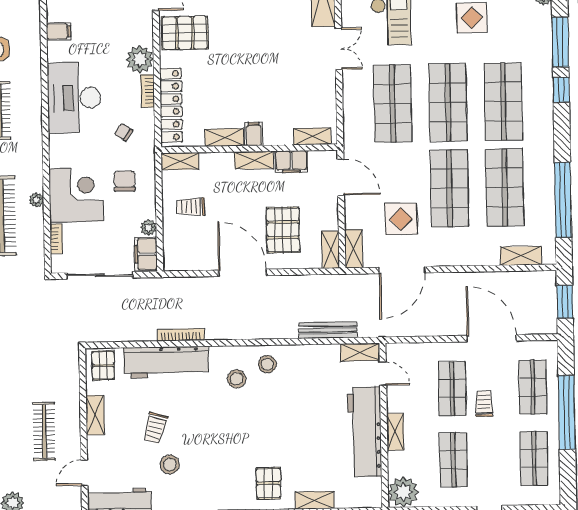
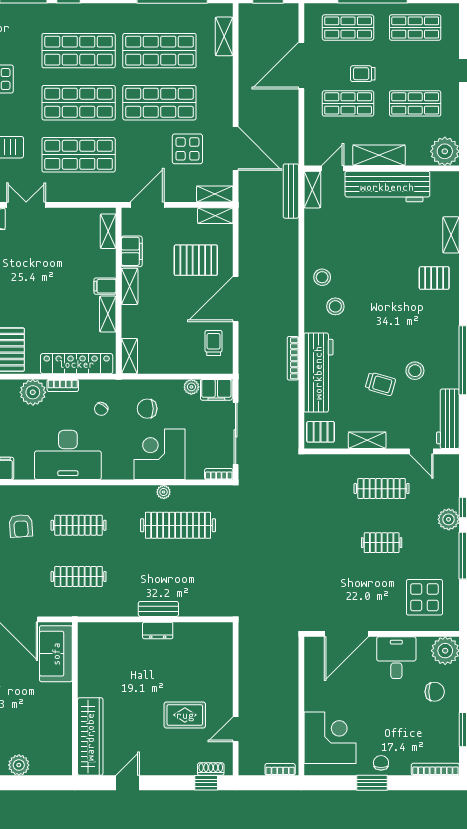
trolley: (191, 207) -> (214, 343), moved, turned 180
bookcase: (56, 239) -> (219, 474), moved
bench: (328, 330) -> (291, 191), moved
shelving: (395, 432) -> (379, 155), width x1.50, depth x1.33

